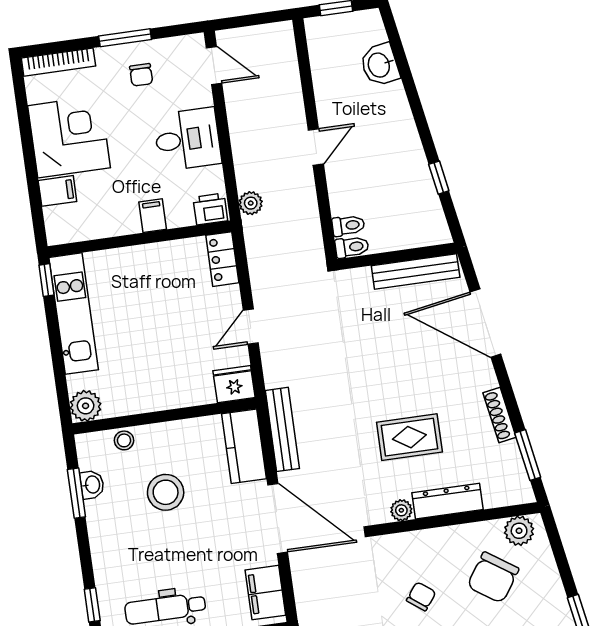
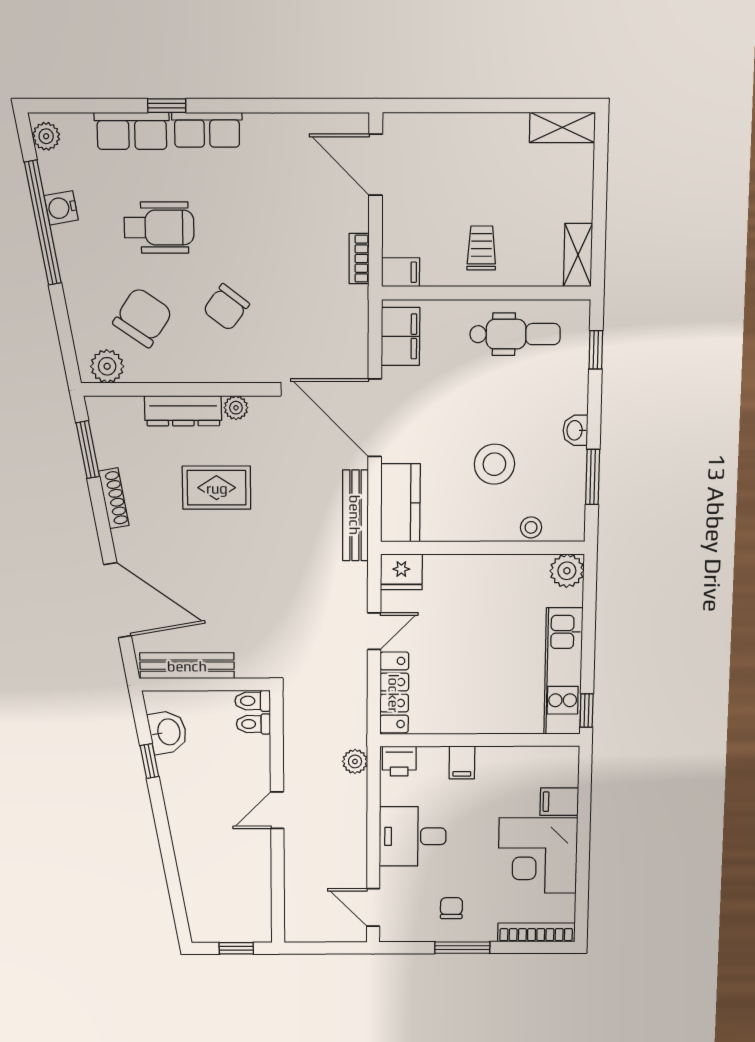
washbasin: (380, 65) -> (168, 732), moved
locker: (222, 259) -> (394, 693), width x1.53
washbasin: (92, 485) -> (575, 430), moved
chair: (421, 596) -> (226, 307), width x1.37, depth x1.37

